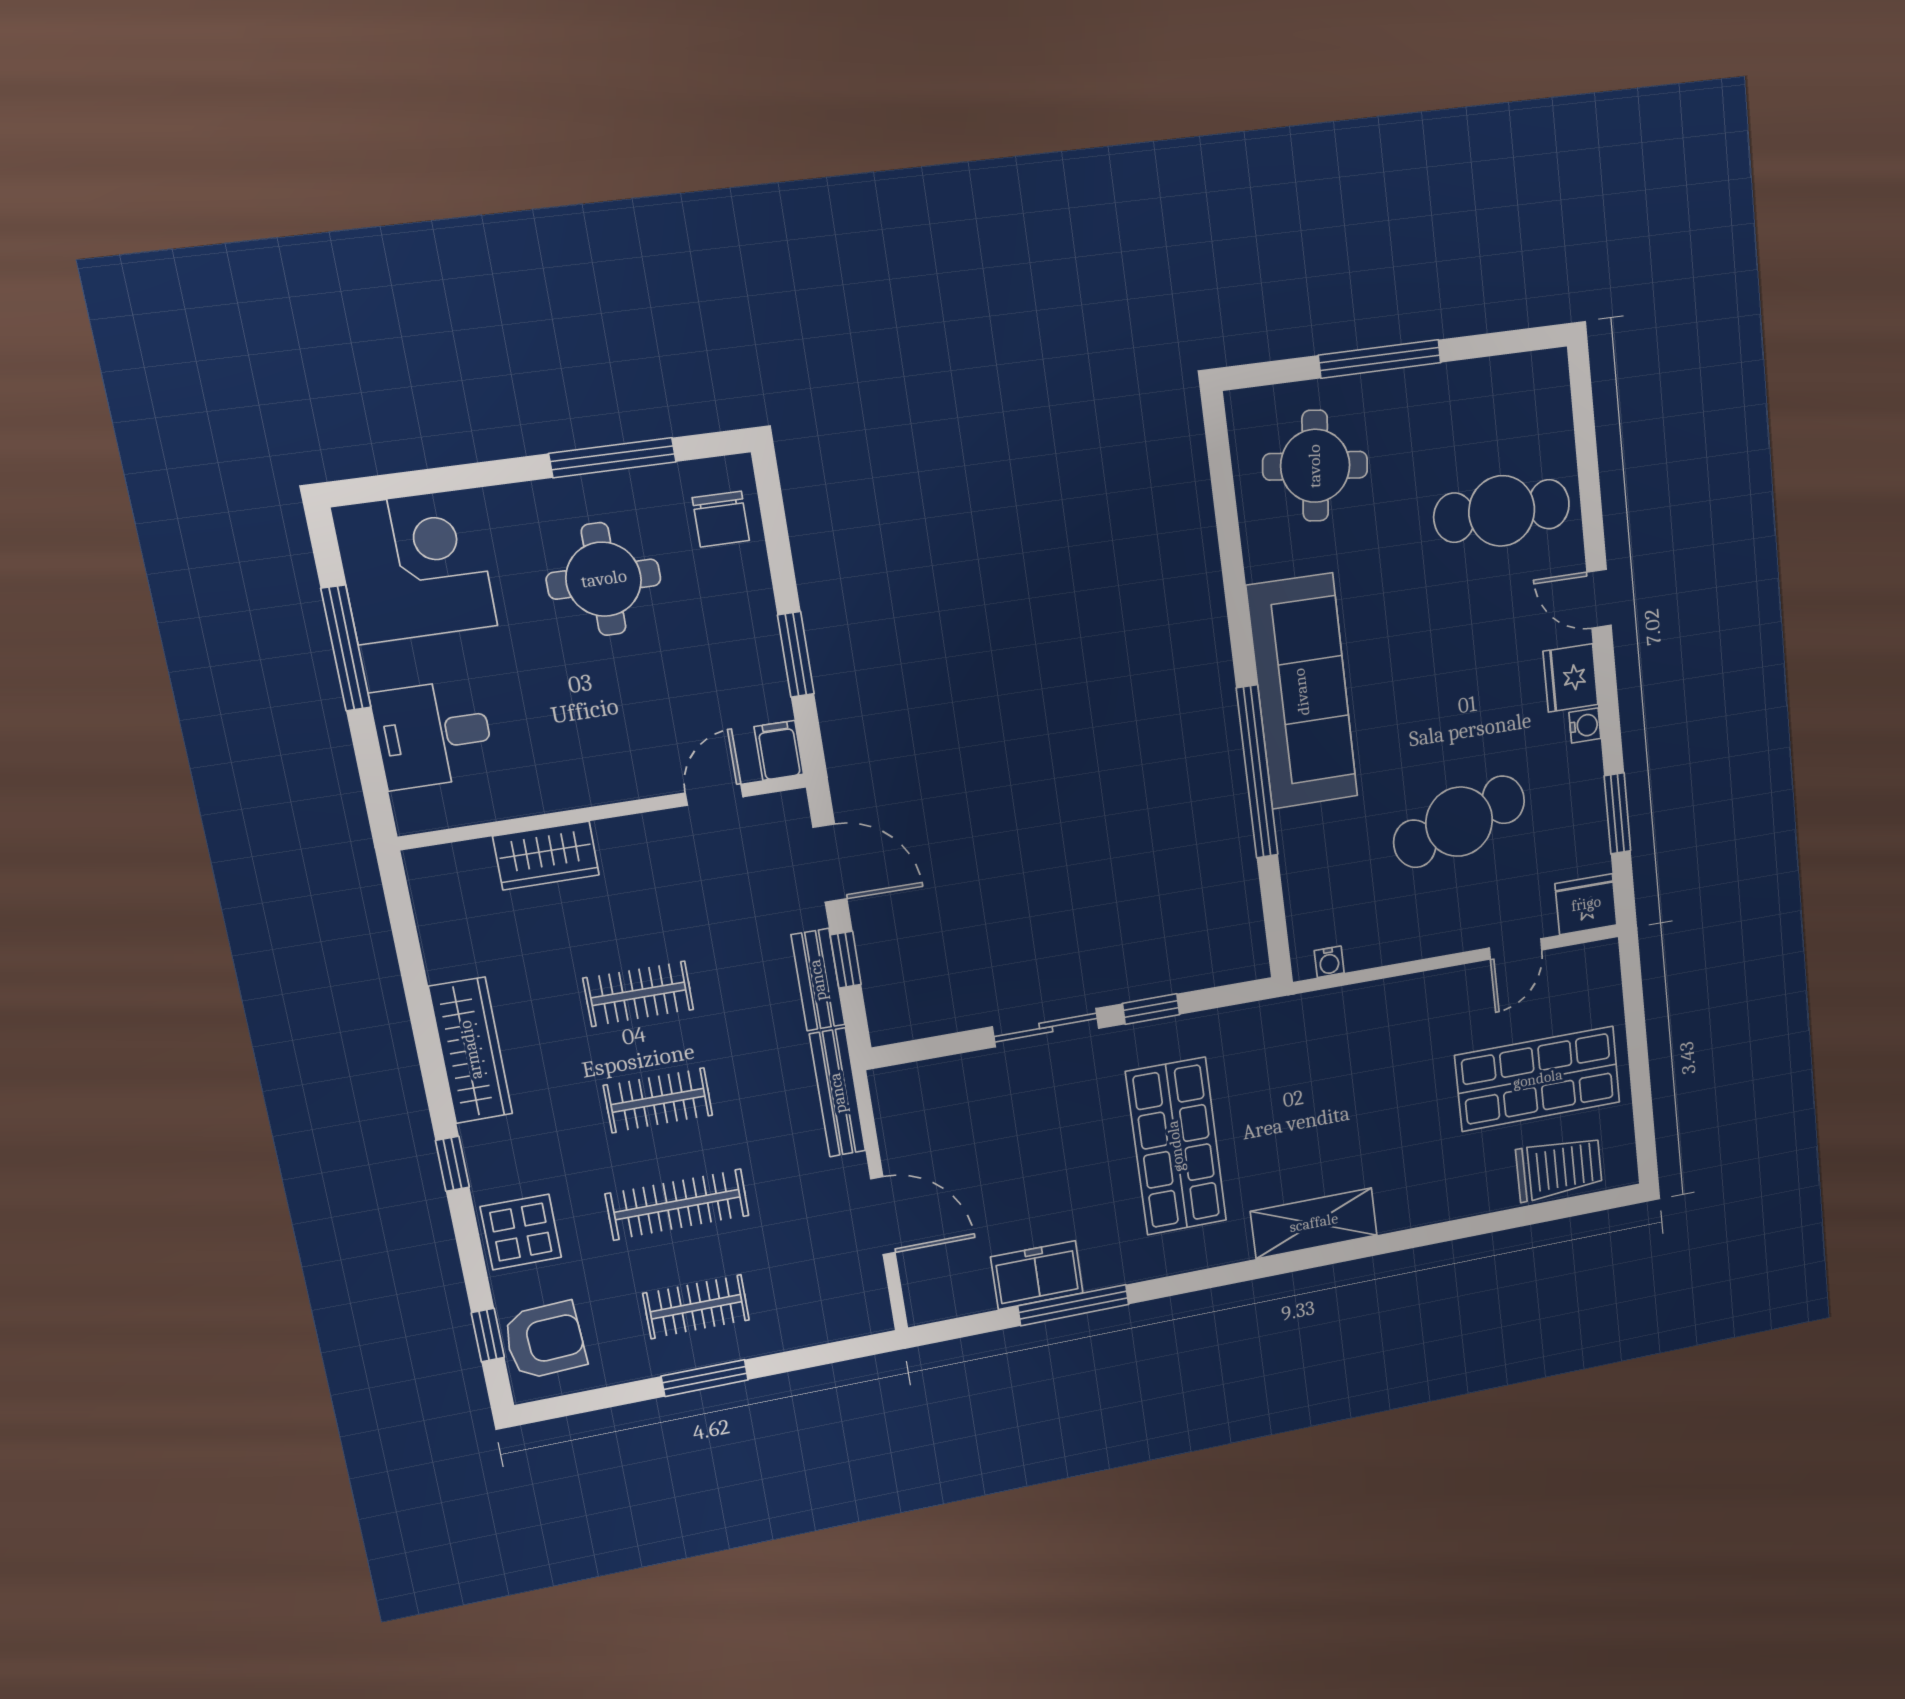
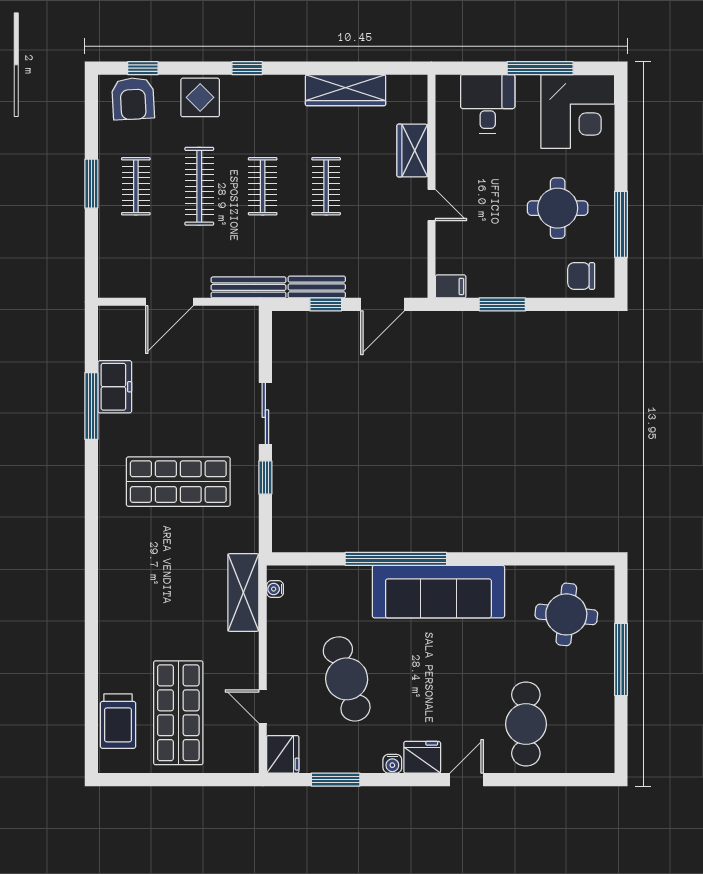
door: (714, 795) -> (431, 205), moved
wardrobe: (471, 1050) -> (346, 90), moved
shelving: (1314, 1223) -> (243, 592), moved

